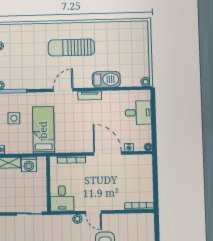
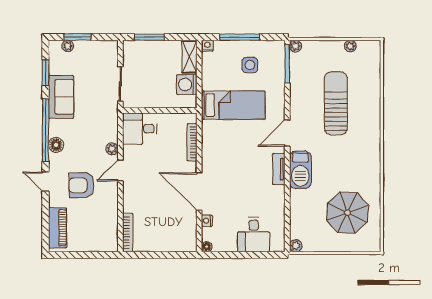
parasol: (120, 45) -> (347, 213), added
sun lounger: (71, 48) -> (336, 103), moved
barbecue: (106, 79) -> (300, 170), moved
door: (63, 90) -> (287, 133), swing flipped
door: (108, 154) -> (199, 192), swing flipped

